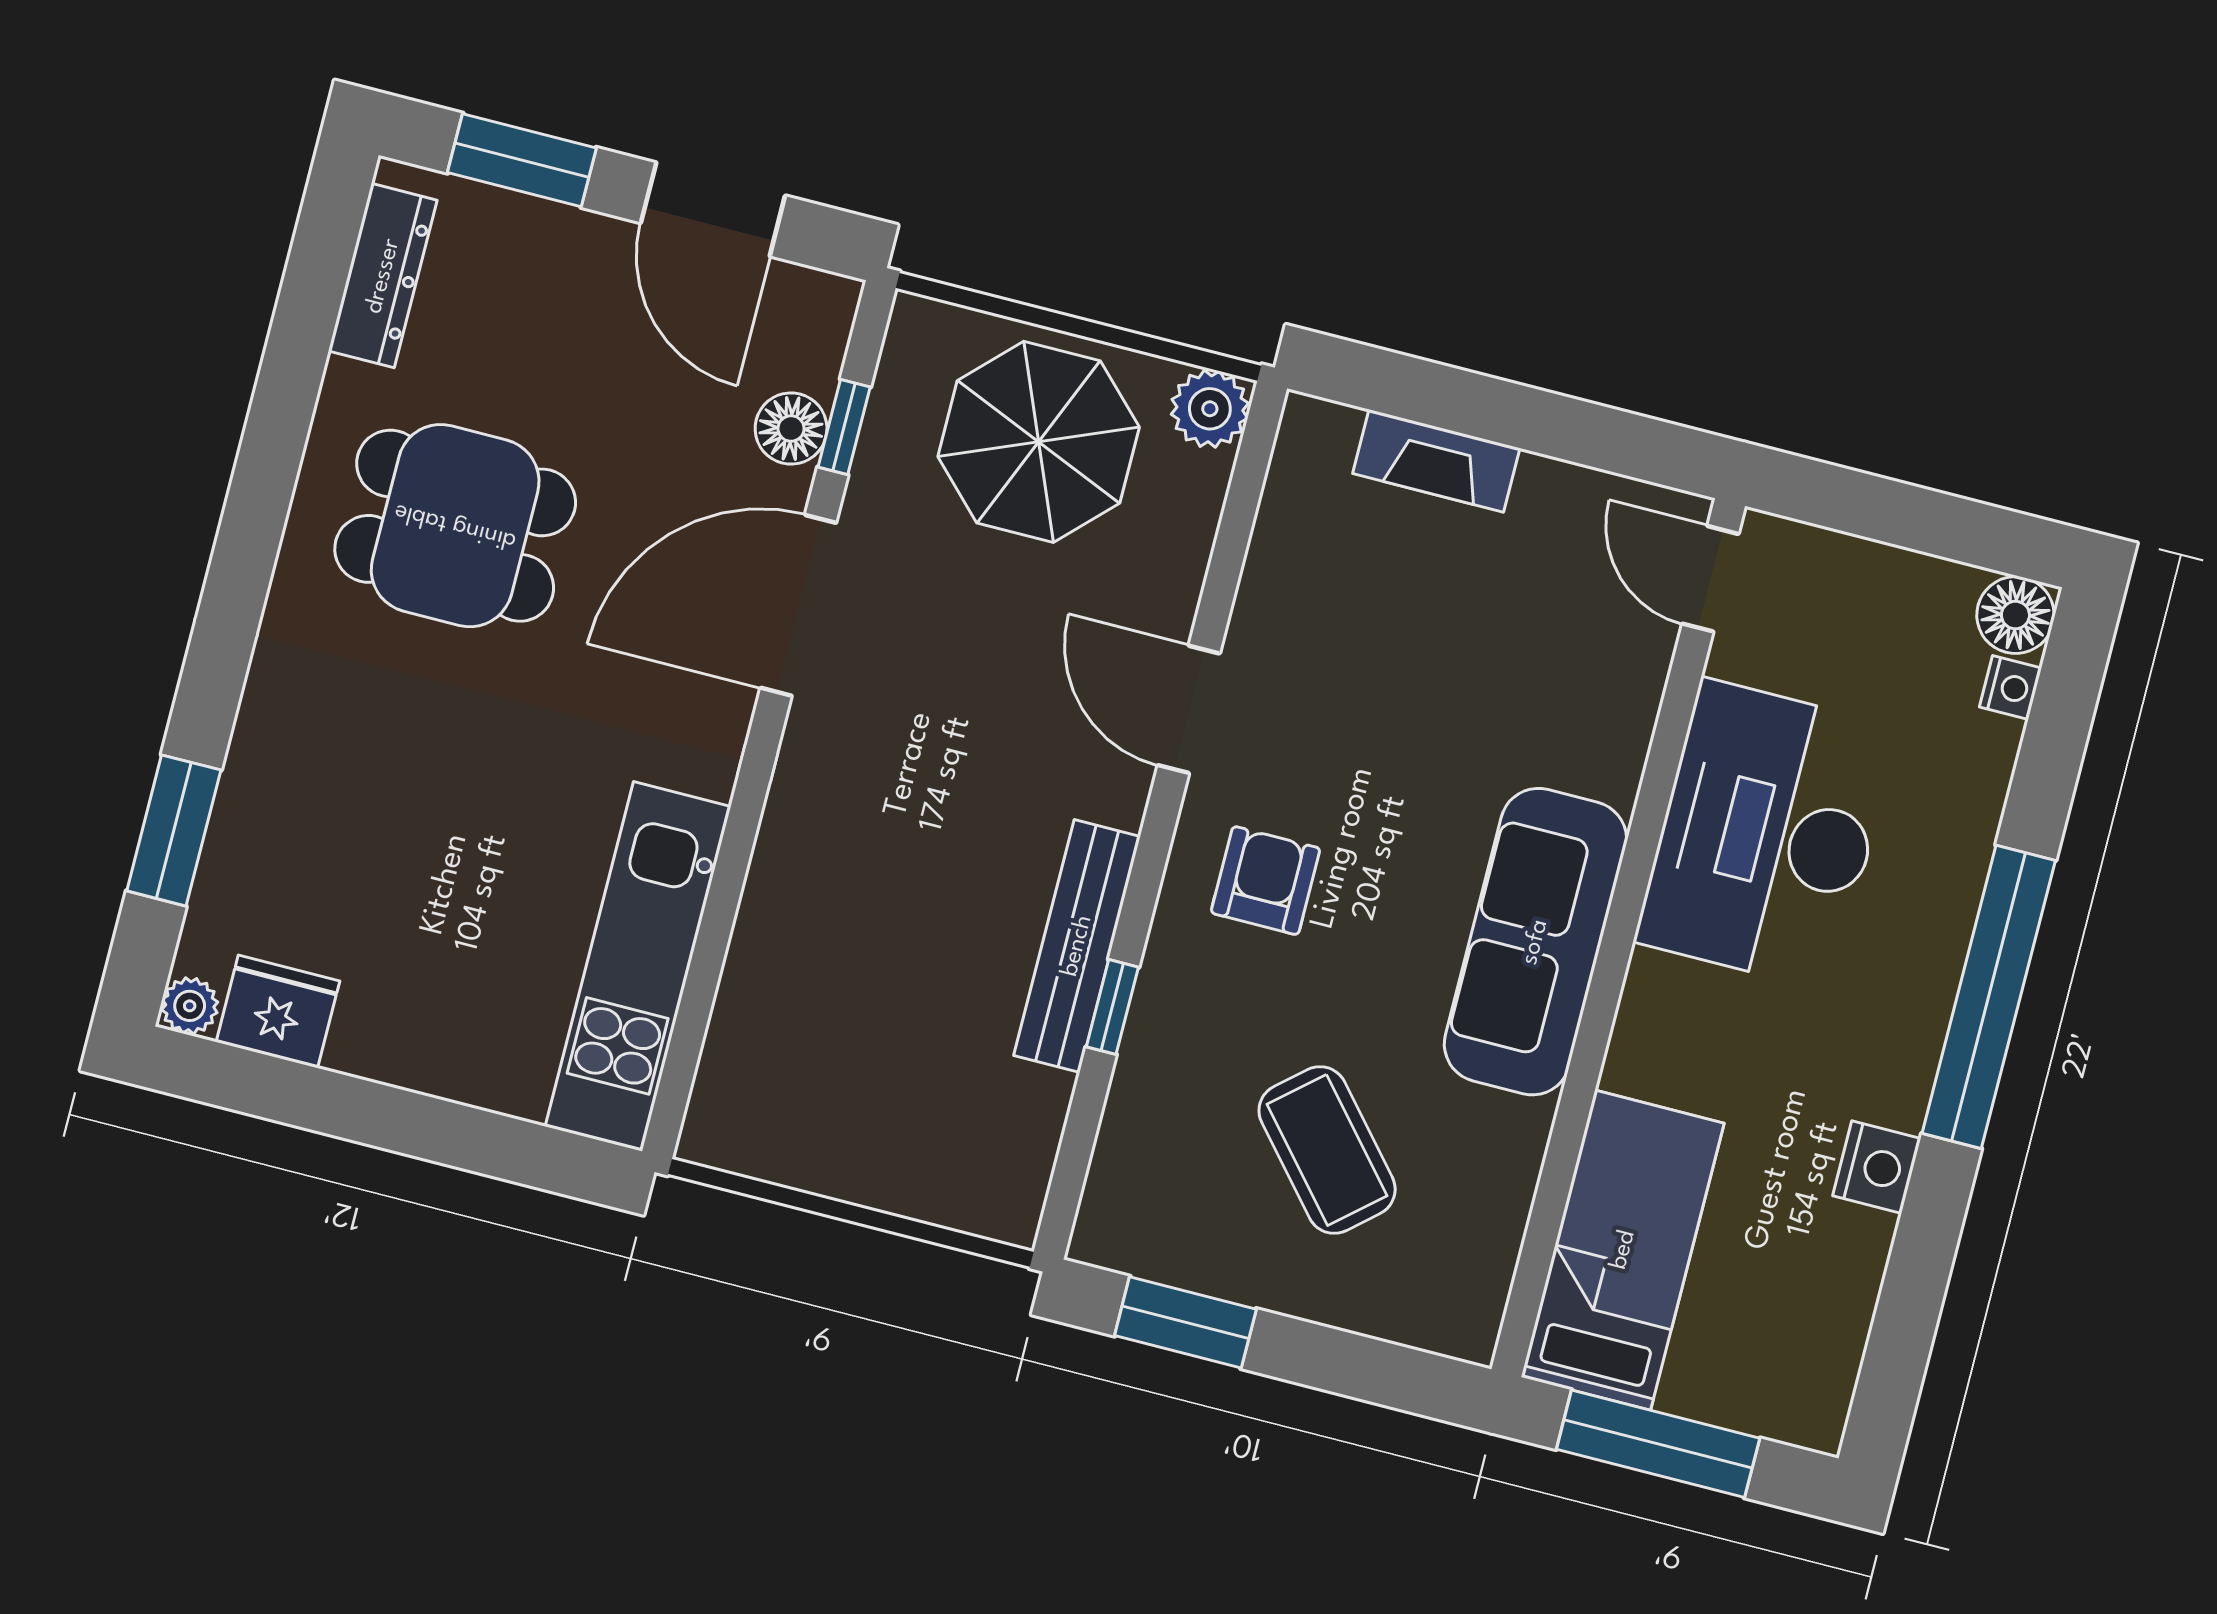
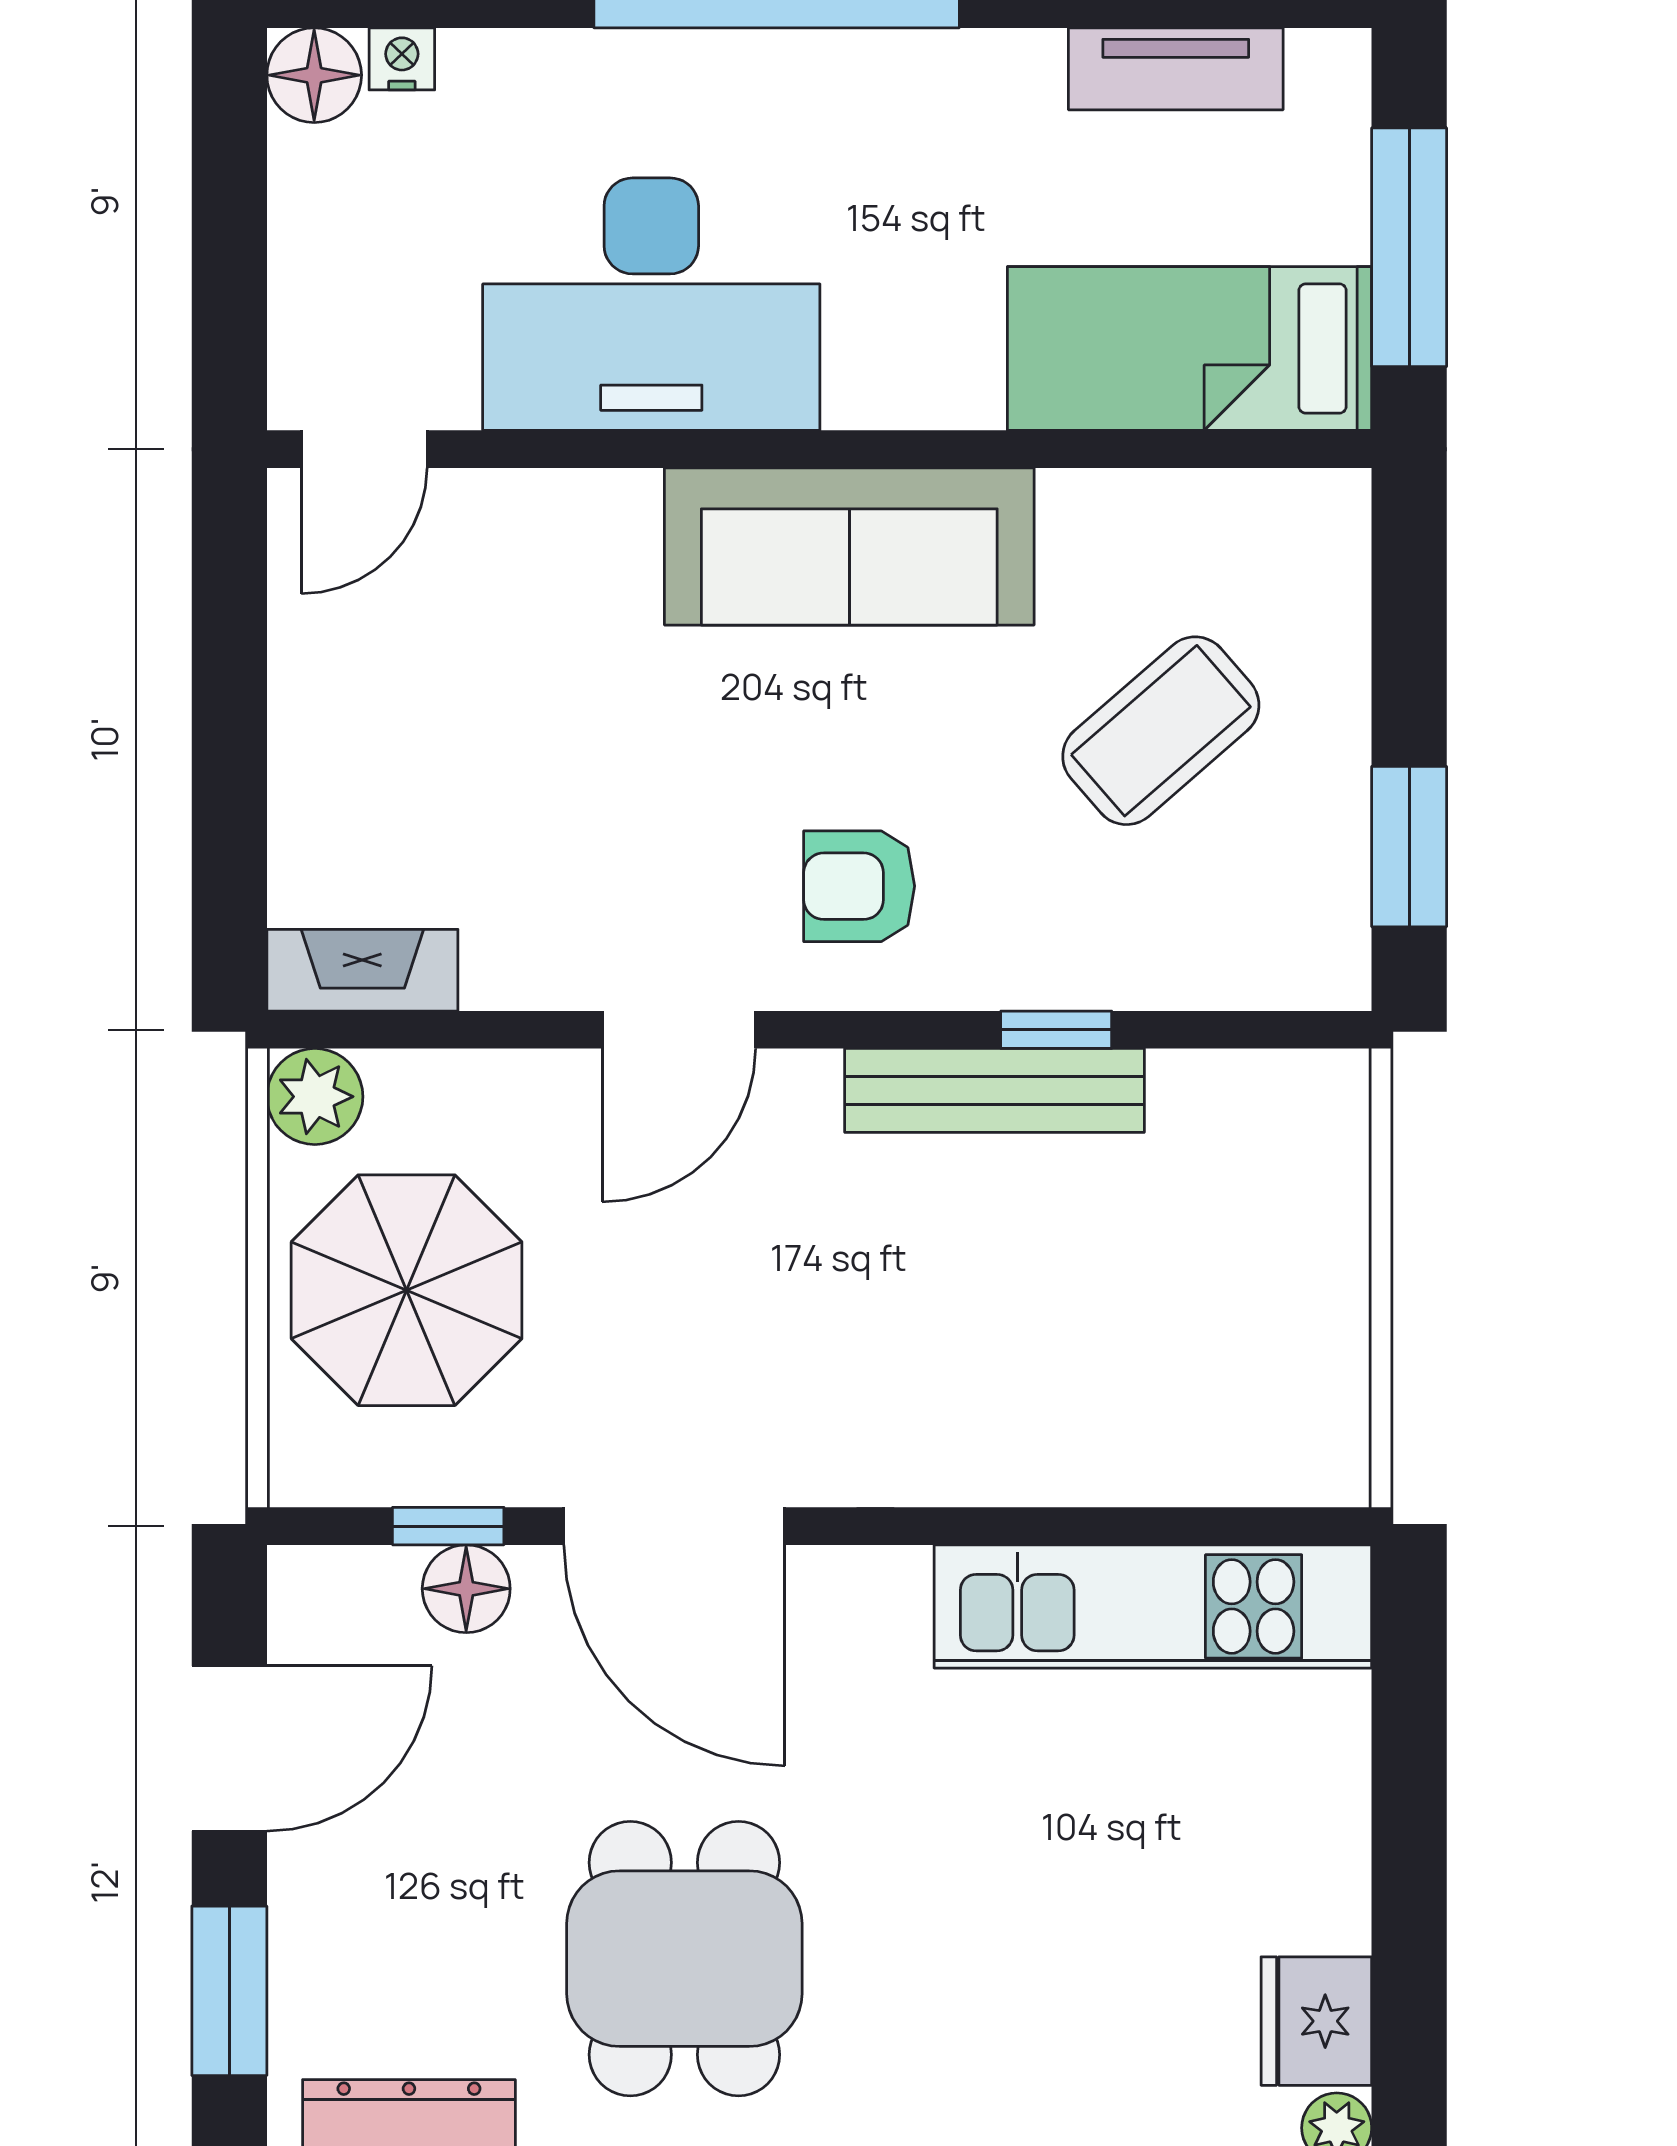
fireplace: (1436, 461) -> (362, 970), moved, turned -90
nightstand: (1877, 1167) -> (1013, 72), removed
tv unit: (1846, 1296) -> (1176, 69), added

